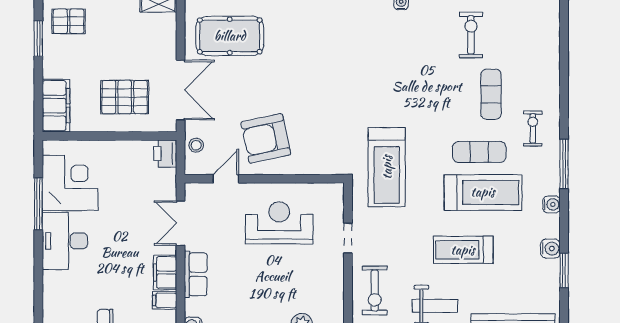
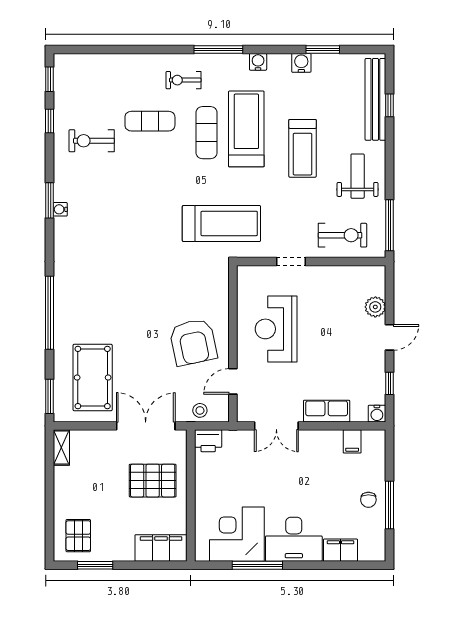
pallet: (125, 97) -> (153, 481), turned 90
door: (226, 179) -> (233, 381), hinge flipped
filing cabinet: (165, 272) -> (340, 550), moved, turned 180

